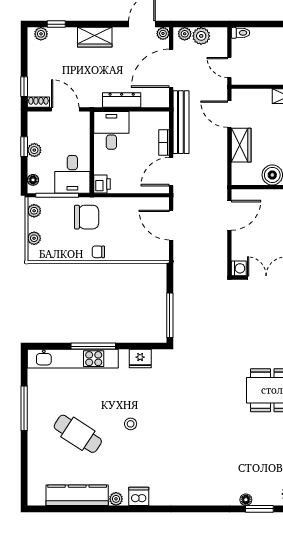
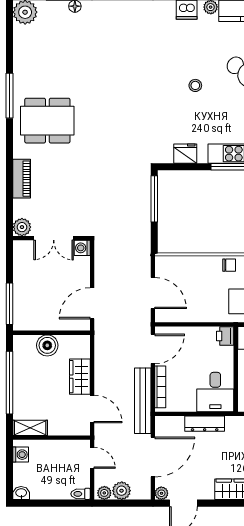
plant: (185, 34) -> (104, 493), moved
bookcase: (164, 143) -> (160, 387), width x1.56

